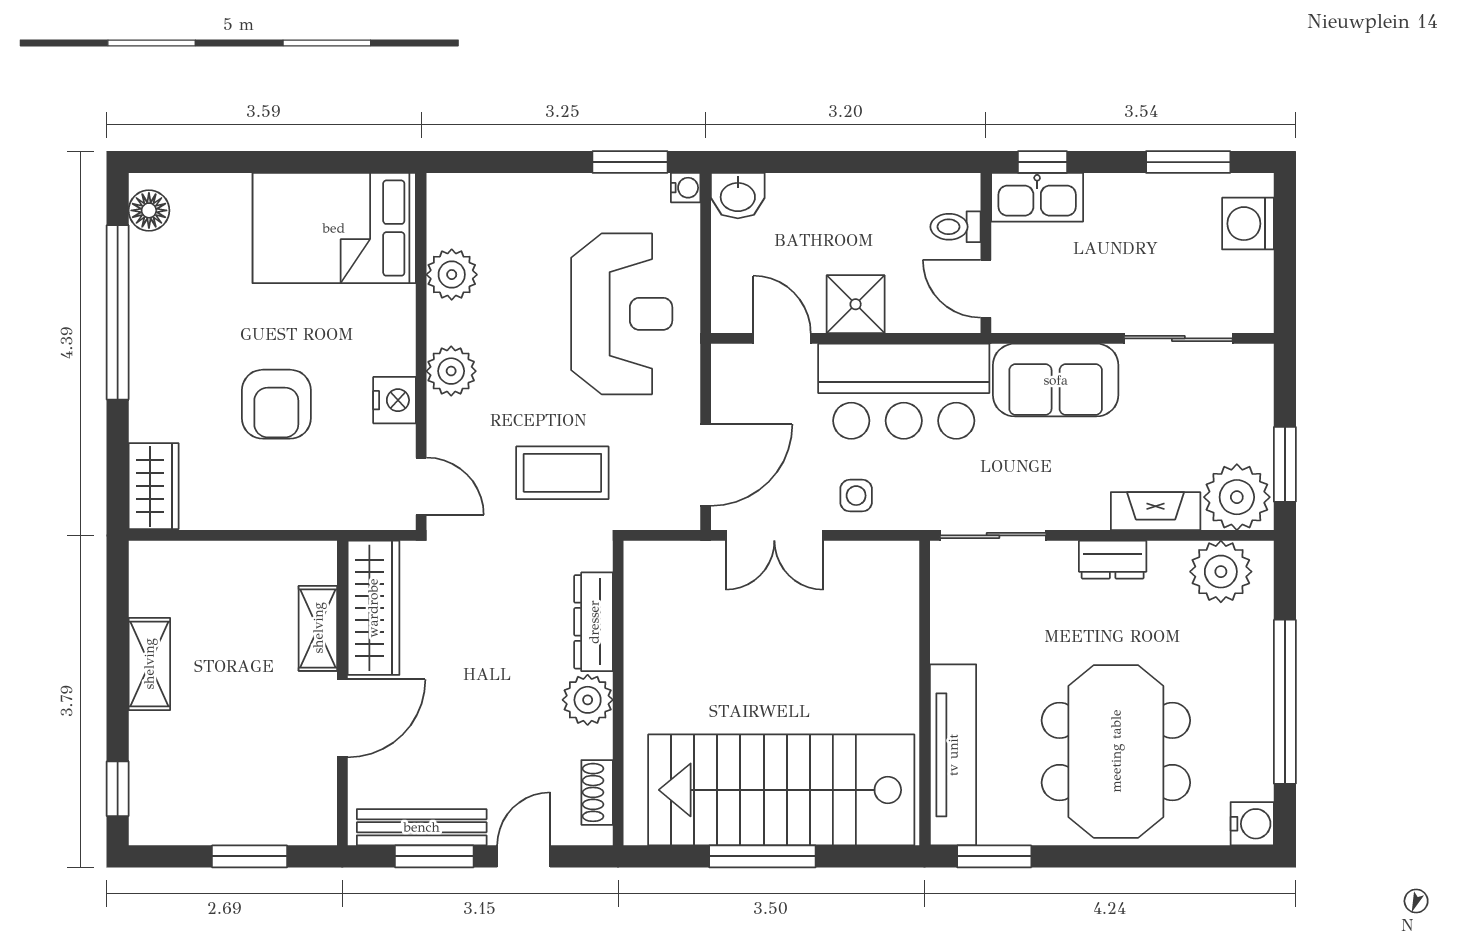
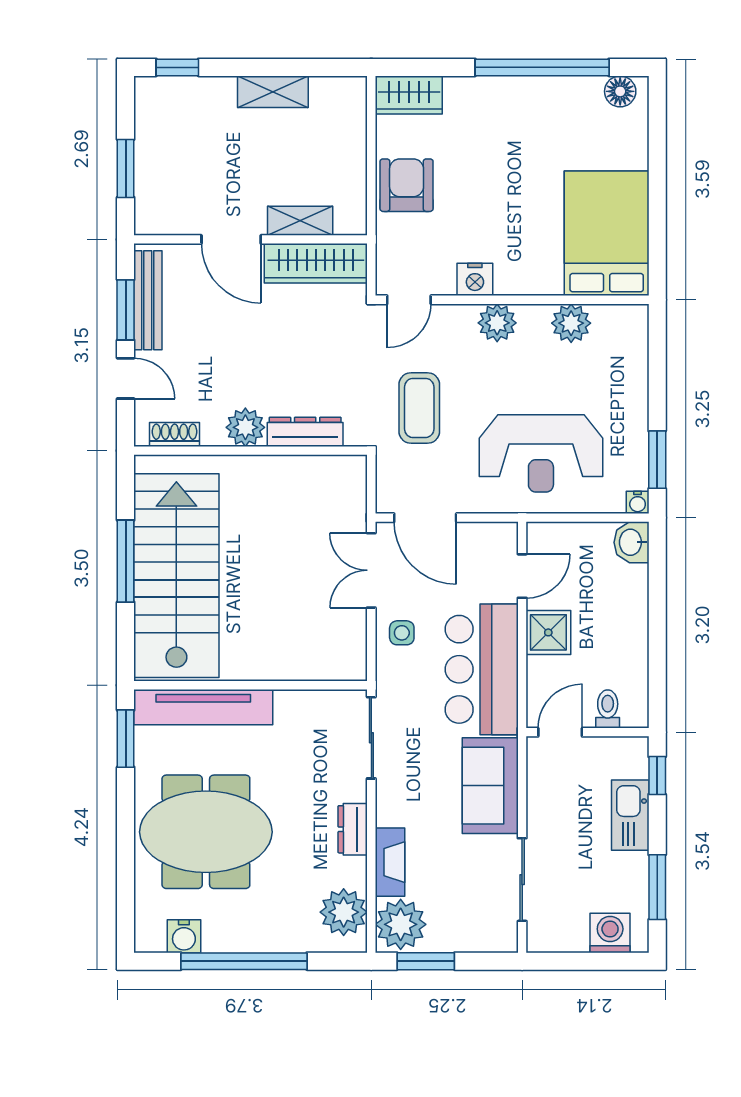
kitchen sink: (1037, 197) -> (630, 815), moved
armchair: (276, 404) -> (407, 185), moved, turned 90
water cooler: (1252, 824) -> (184, 936), moved

